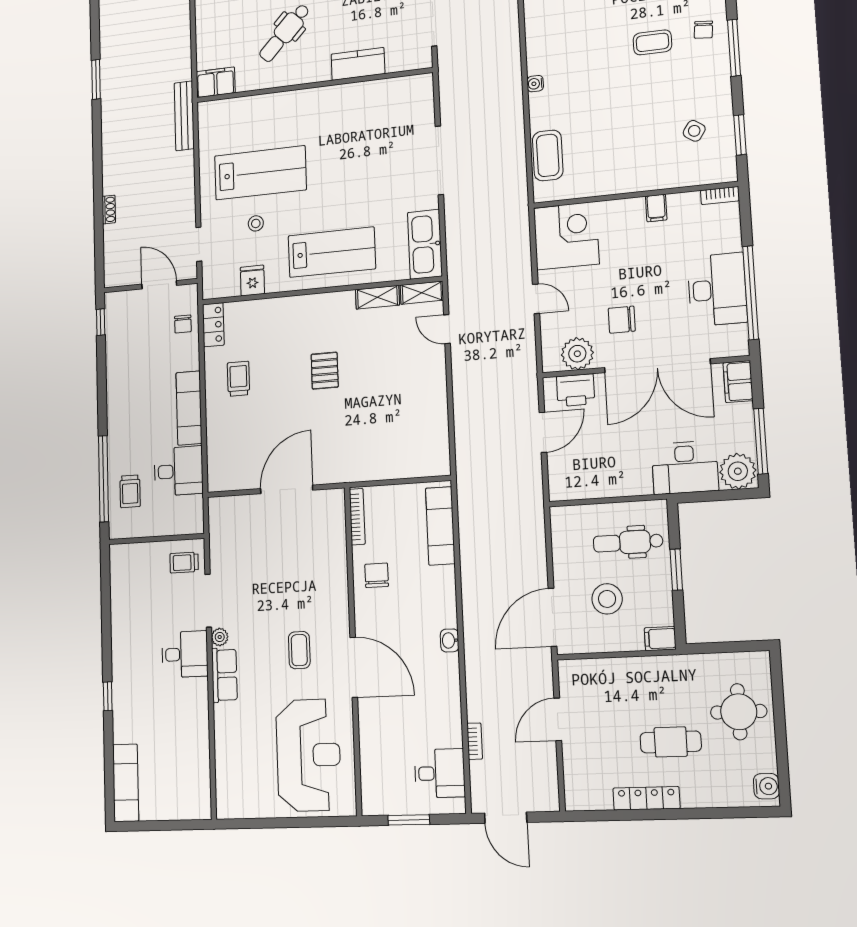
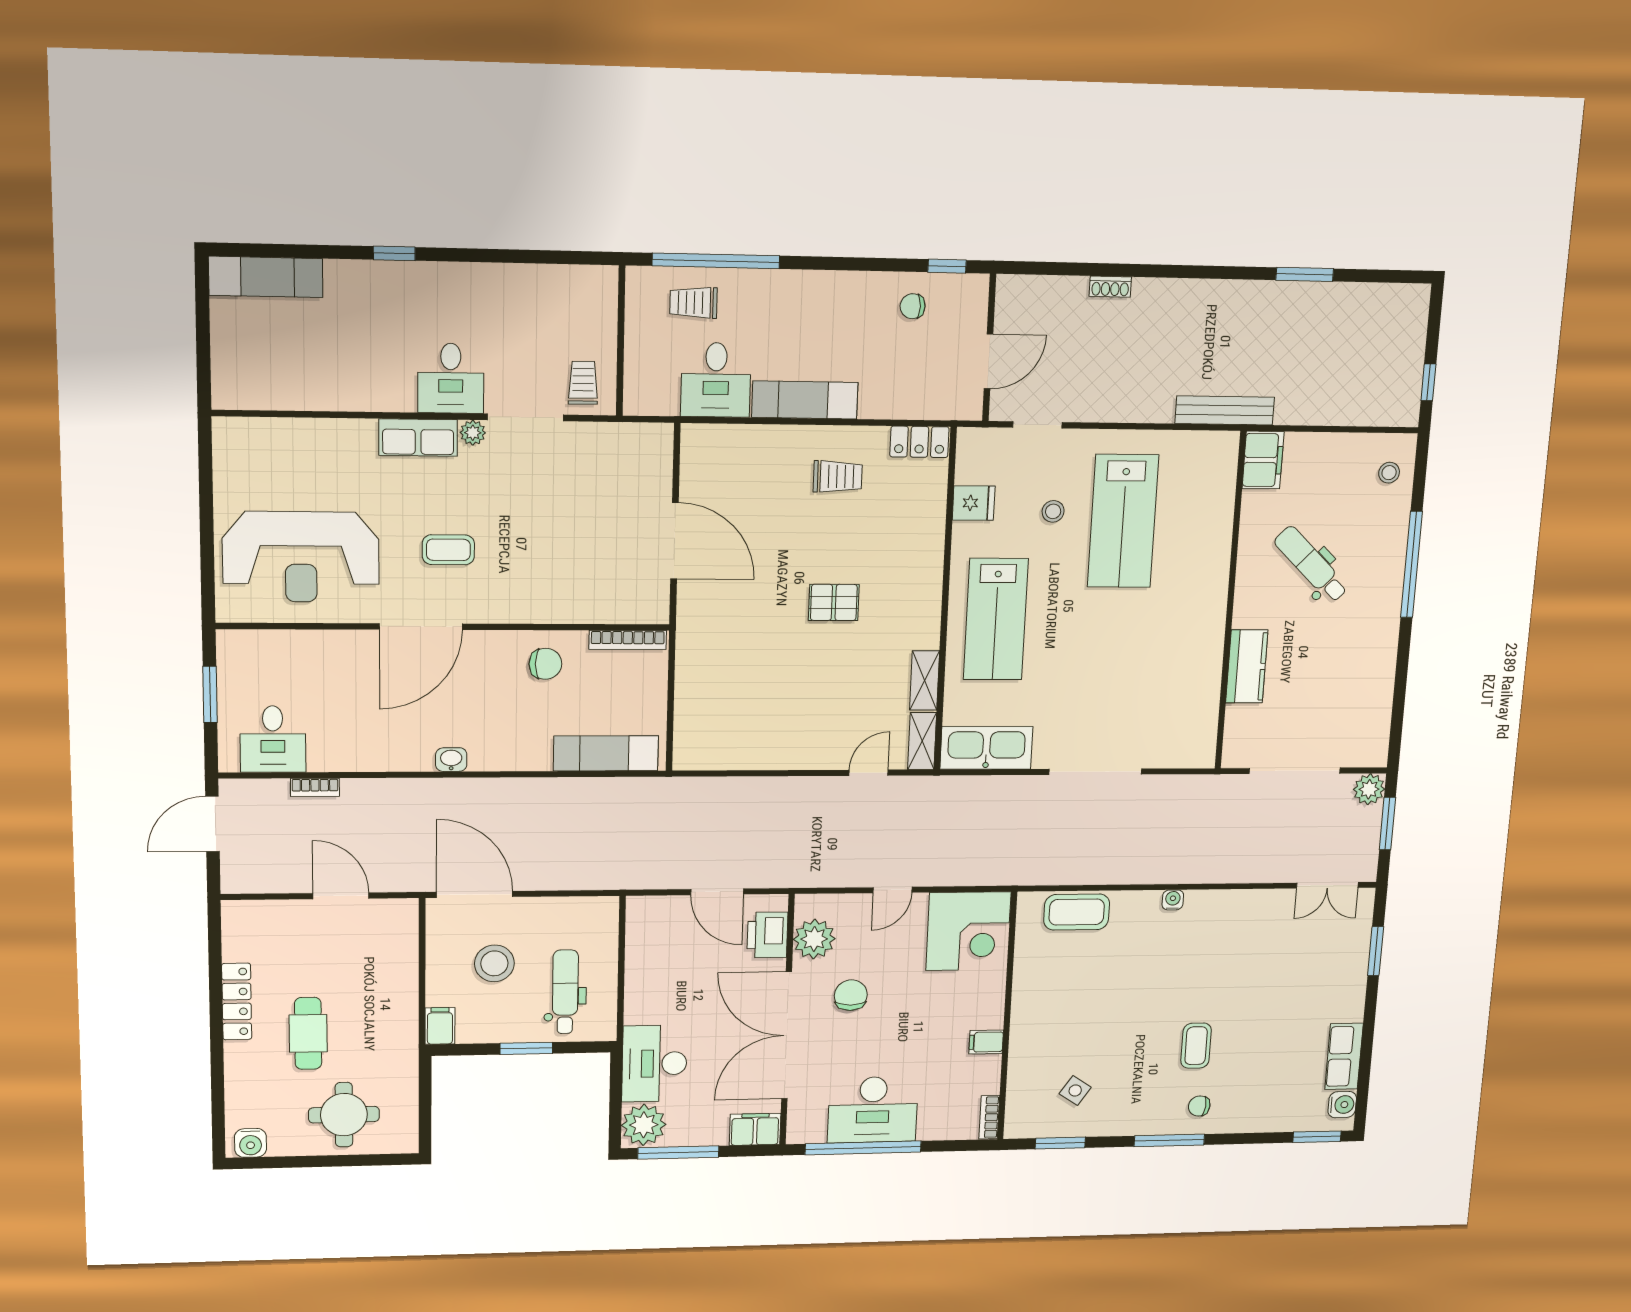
chair: (183, 324) -> (913, 306), moved

